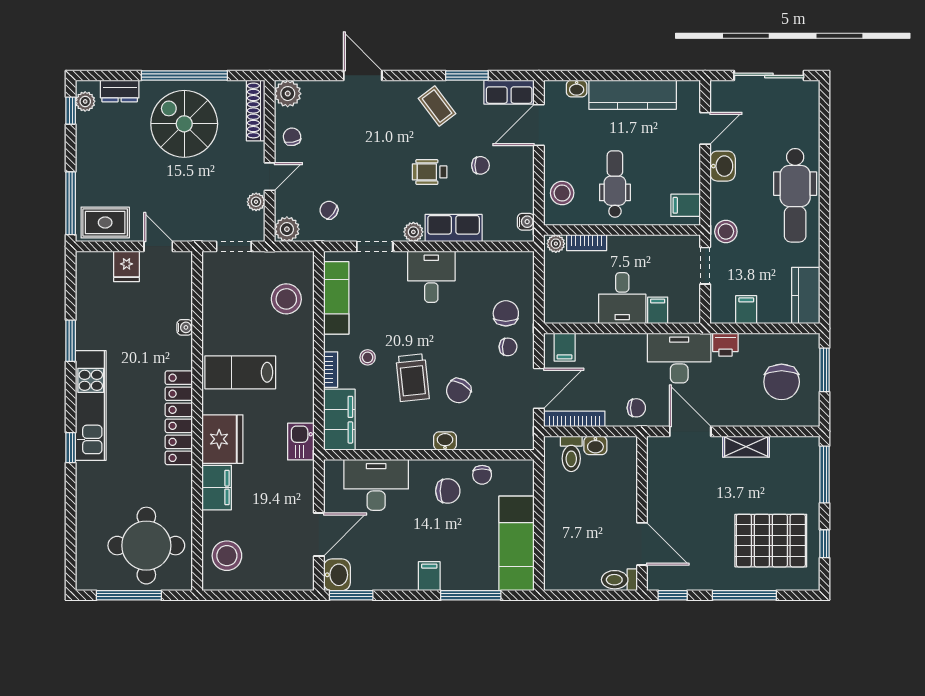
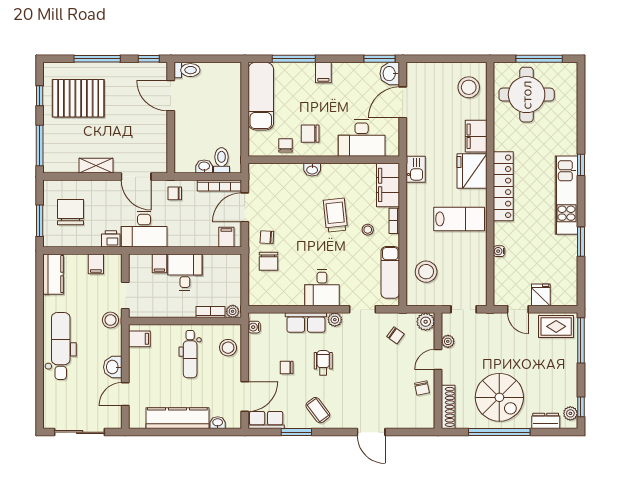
plant: (288, 94) -> (425, 419), removed
wheelchair: (430, 172) -> (323, 363), turned -90
chair: (459, 391) -> (302, 206), removed

